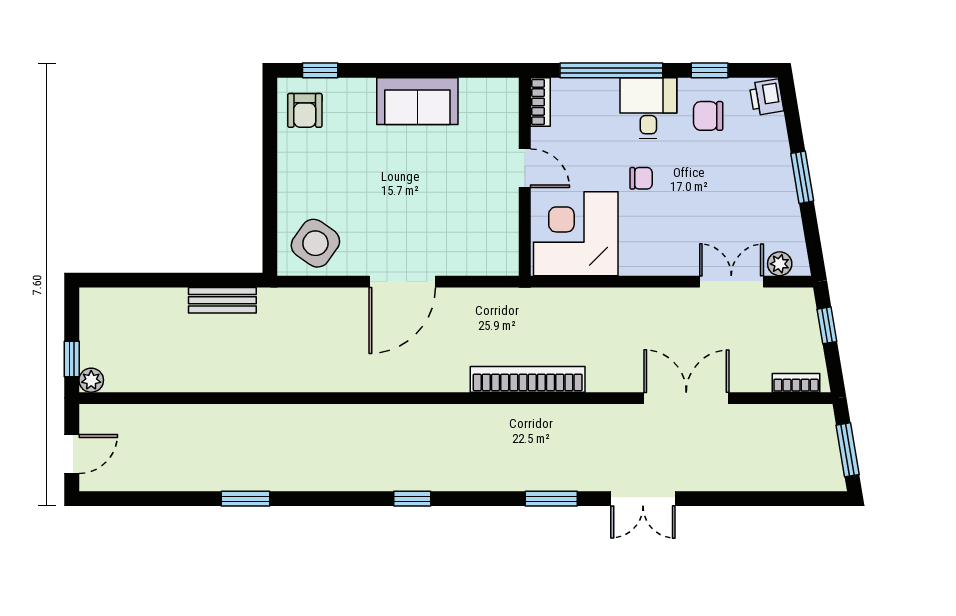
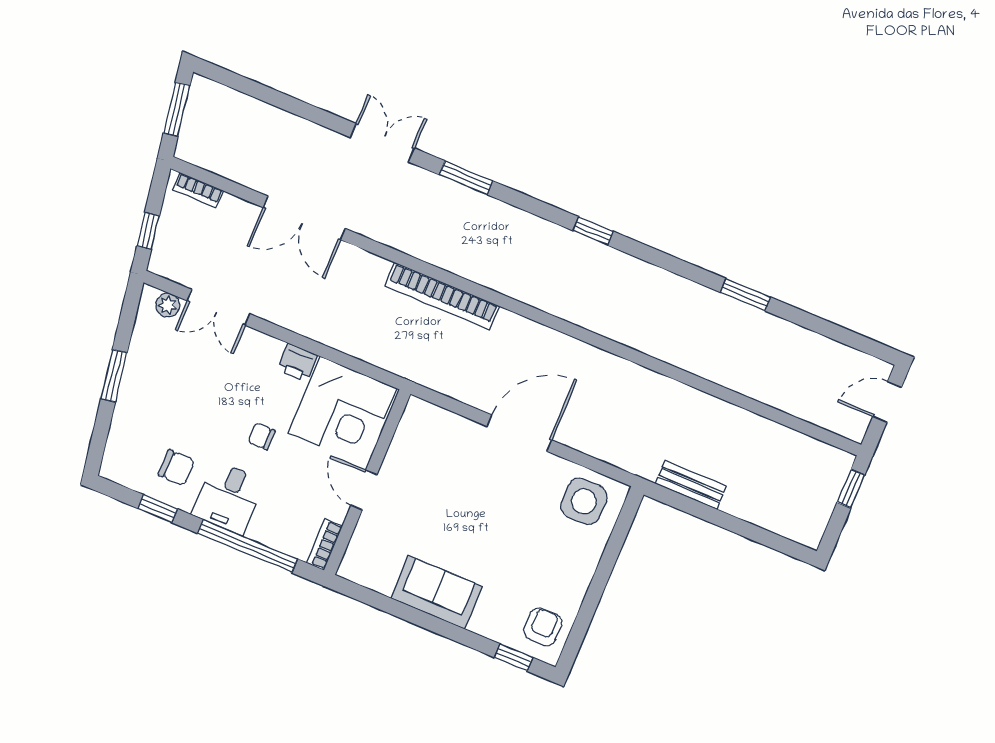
printer: (766, 97) -> (297, 363), moved, turned 99
side table: (315, 243) -> (584, 501), turned -35
plant: (91, 380) -> (841, 462), removed

